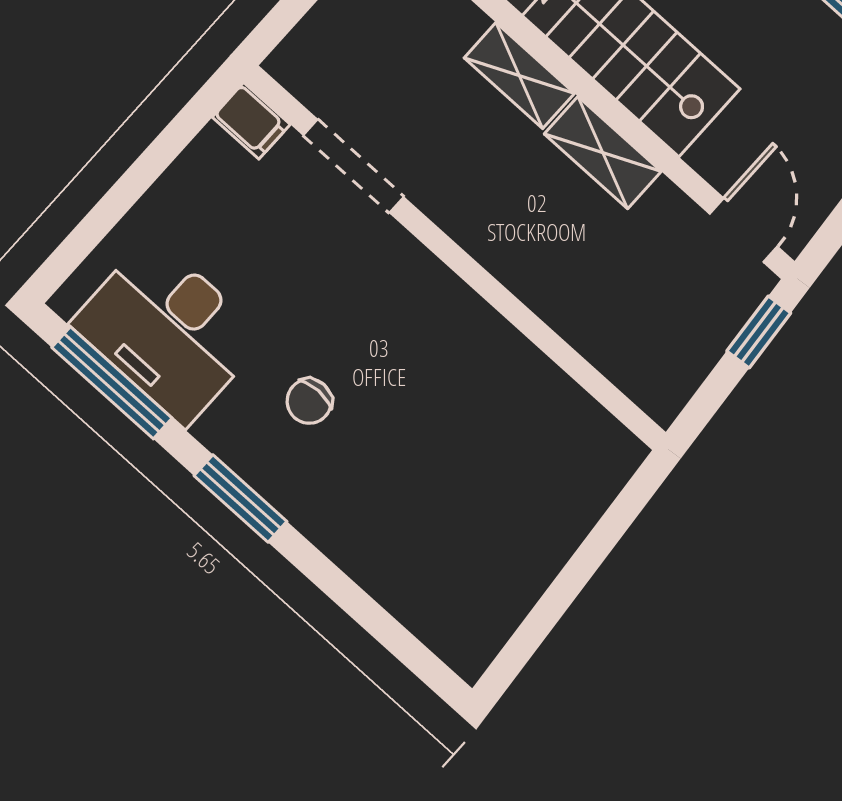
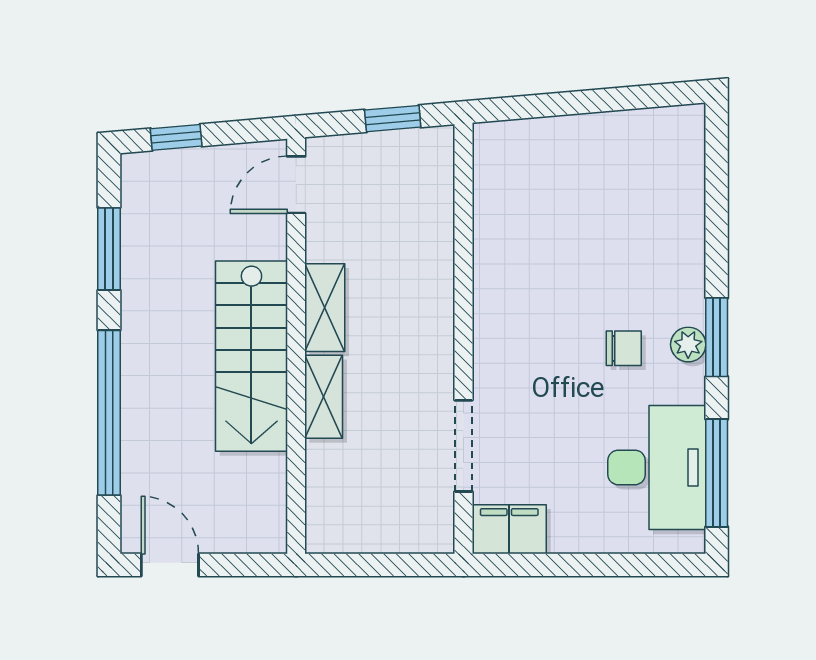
filing cabinet: (251, 121) -> (509, 529), width x2.00
window: (759, 332) -> (393, 119), moved
plant: (258, 465) -> (688, 345), added

